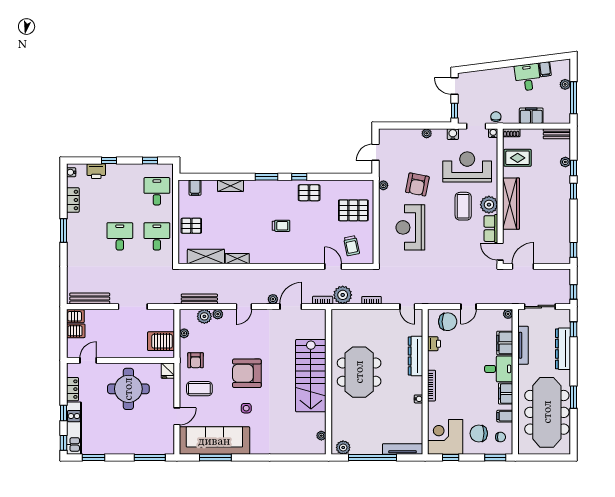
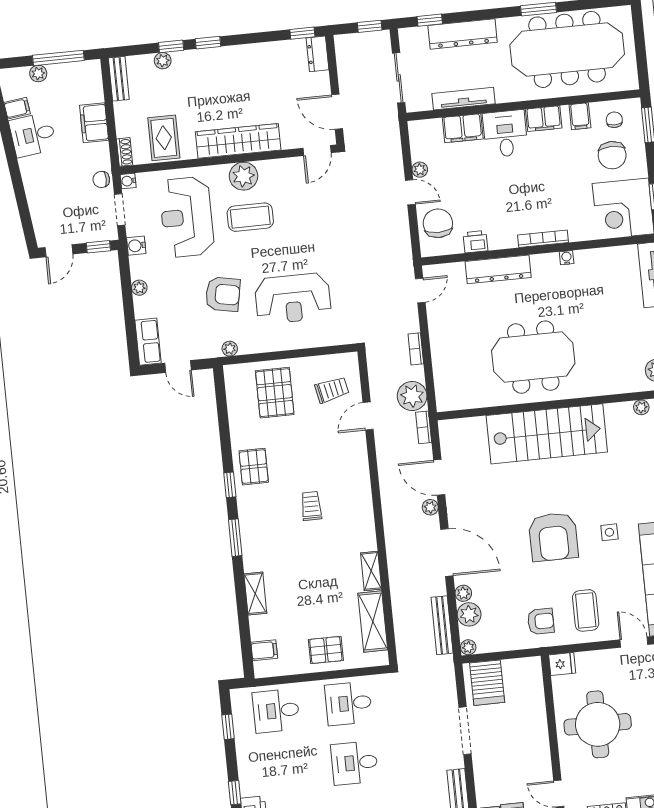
pallet: (191, 226) -> (326, 650), turned 90
row of seats: (491, 229) -> (148, 342), moved, turned -90
dresser: (560, 258) -> (318, 54), added
door: (244, 307) -> (447, 553), width x1.87
plant: (508, 314) -> (420, 170), moved
plant: (184, 333) -> (468, 647), moved
server rack: (161, 341) -> (487, 683), moved

